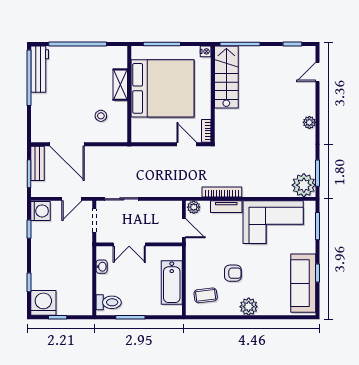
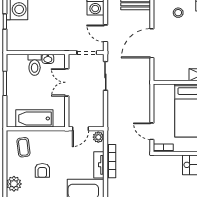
stool: (101, 116) -> (178, 13), moved
door: (67, 144) -> (152, 43), moved
door: (187, 144) -> (152, 131), swing flipped
toilet: (109, 302) -> (35, 65), moved

